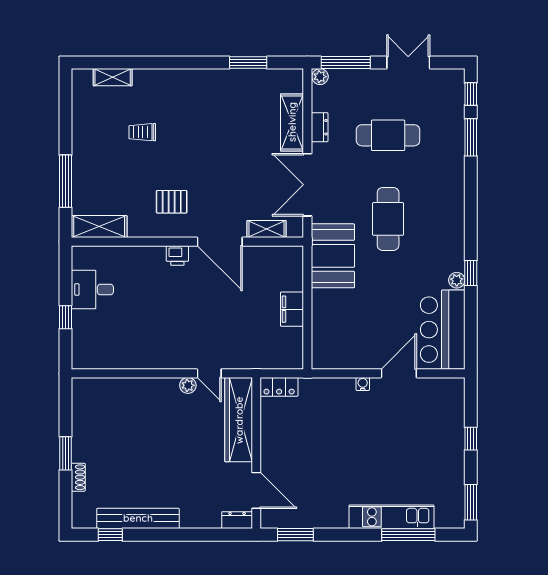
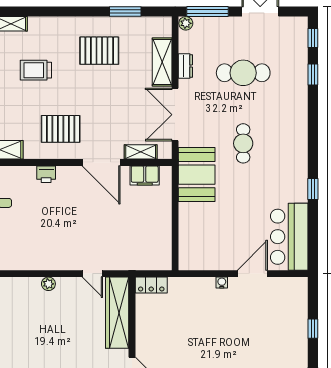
pallet: (217, 109) -> (99, 51), added
trolley: (142, 132) -> (36, 70), width x1.36, depth x1.39
window: (471, 137) -> (313, 75), width x0.67
pallet: (172, 202) -> (61, 129), width x1.50, depth x1.42
cafe table: (388, 219) -> (243, 143), width x0.73, depth x0.74
printer: (177, 255) -> (46, 174), moved
plant: (457, 280) -> (301, 195), removed
filing cabinet: (292, 309) -> (145, 175), moved, turned -90
plant: (188, 385) -> (48, 284), moved

